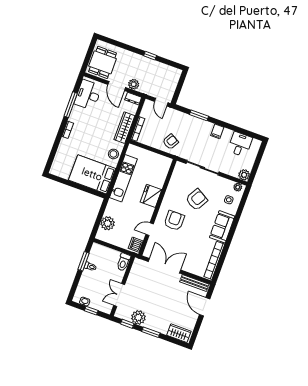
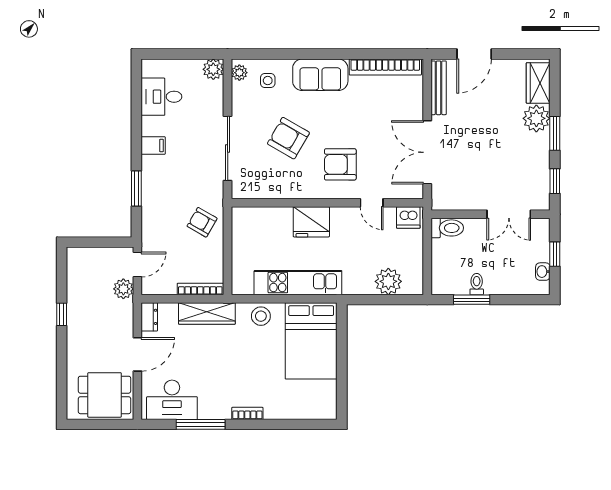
plant: (134, 84) -> (123, 289), moved
plant: (138, 317) -> (536, 118), moved

